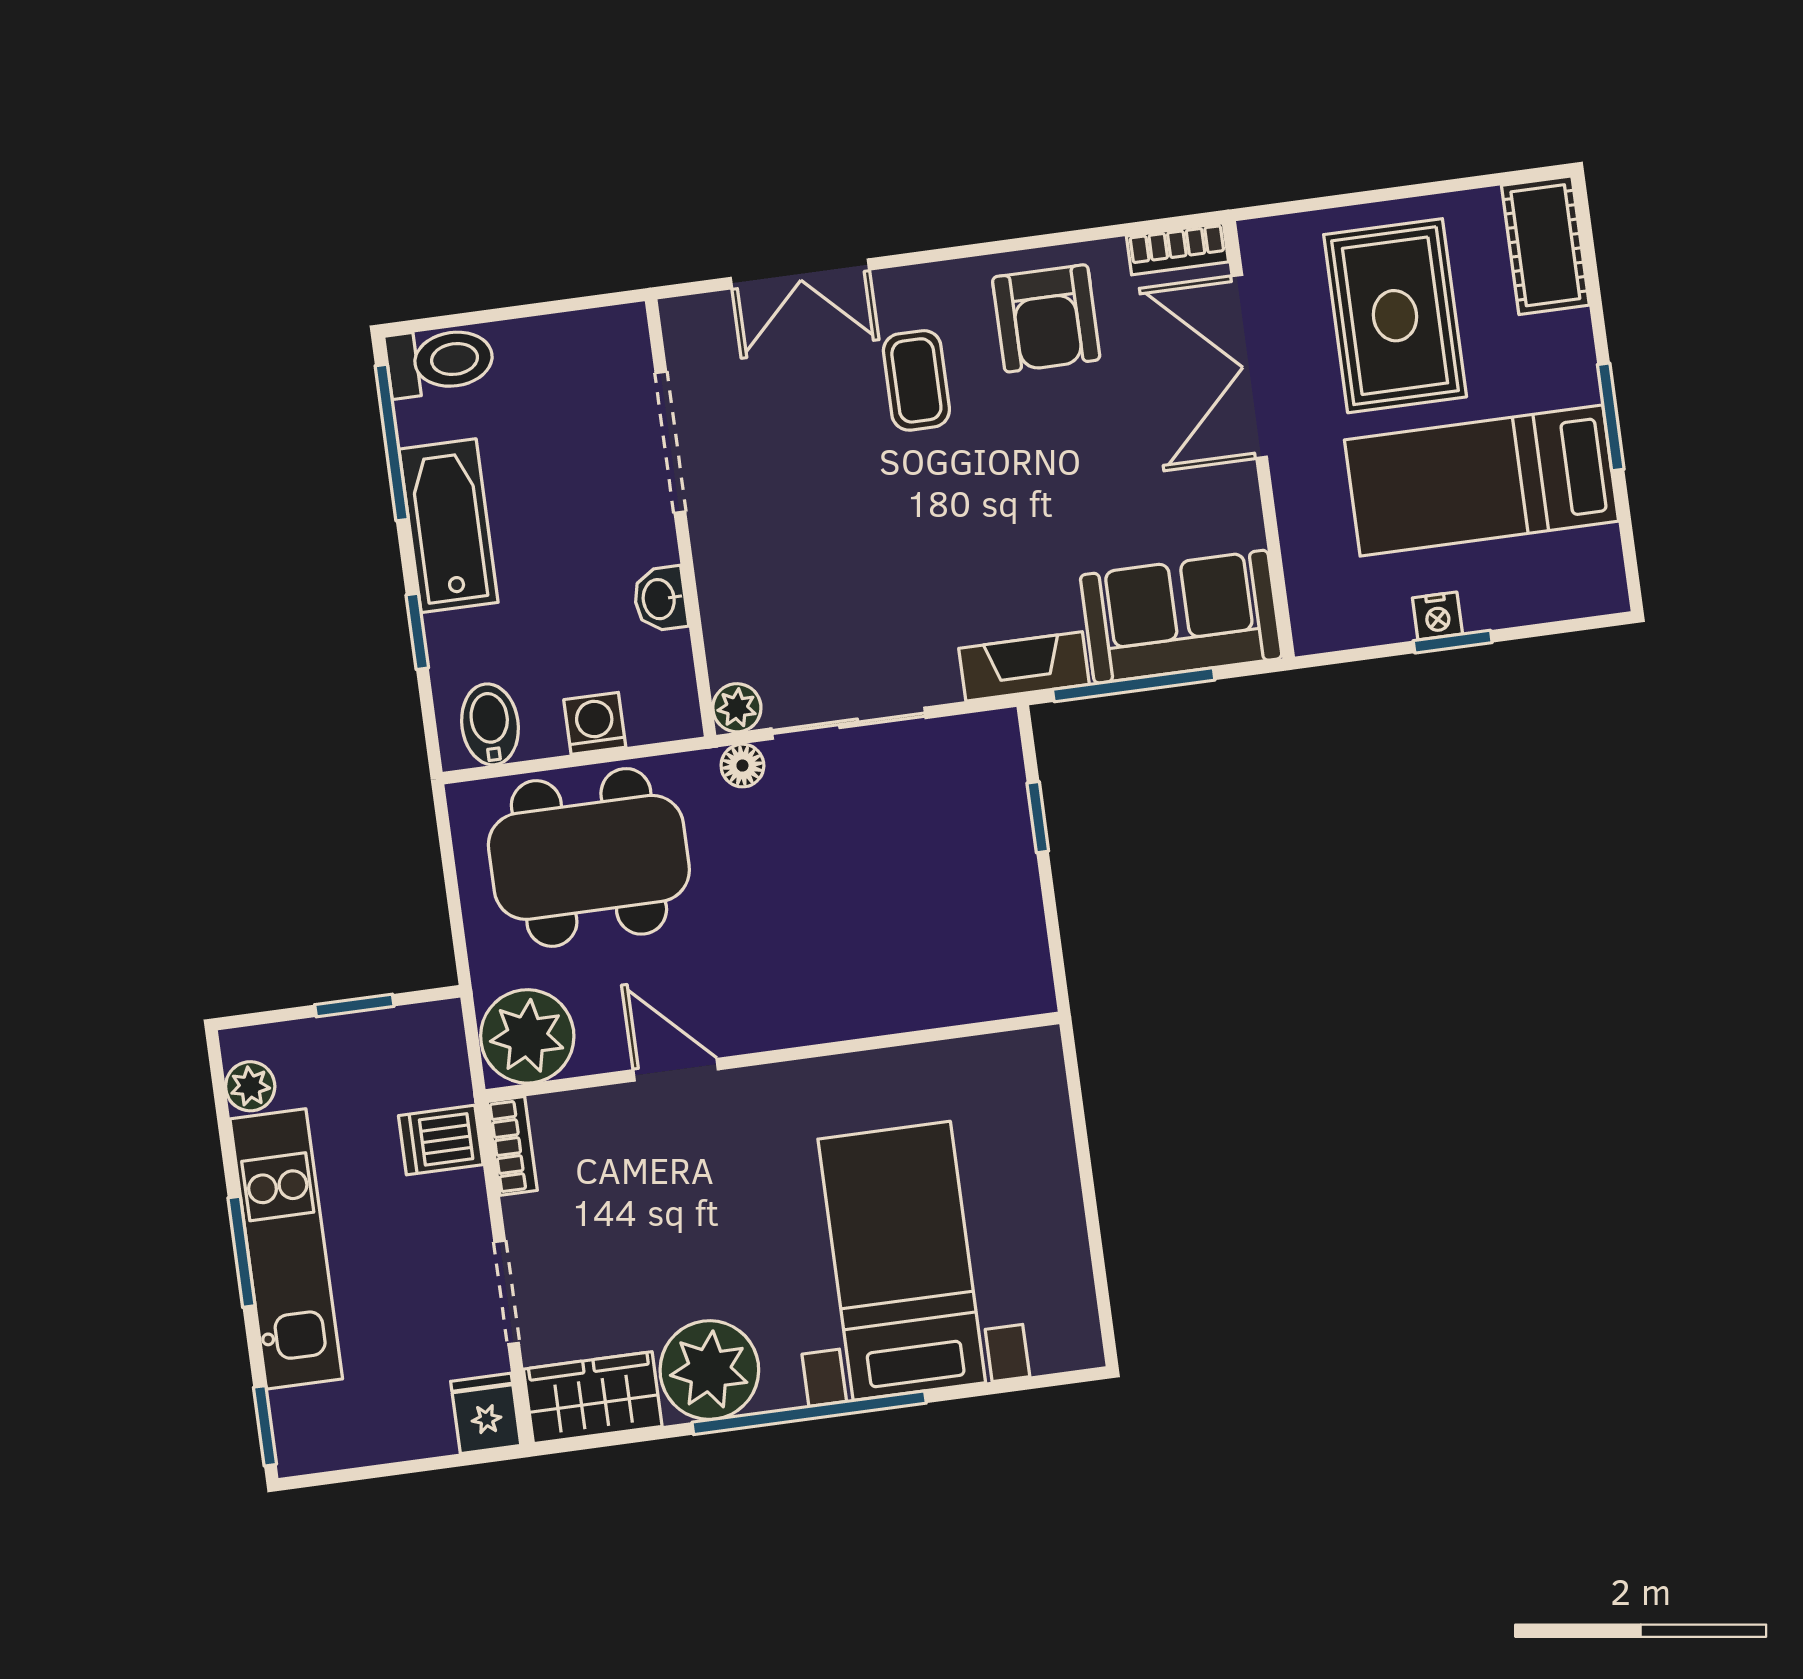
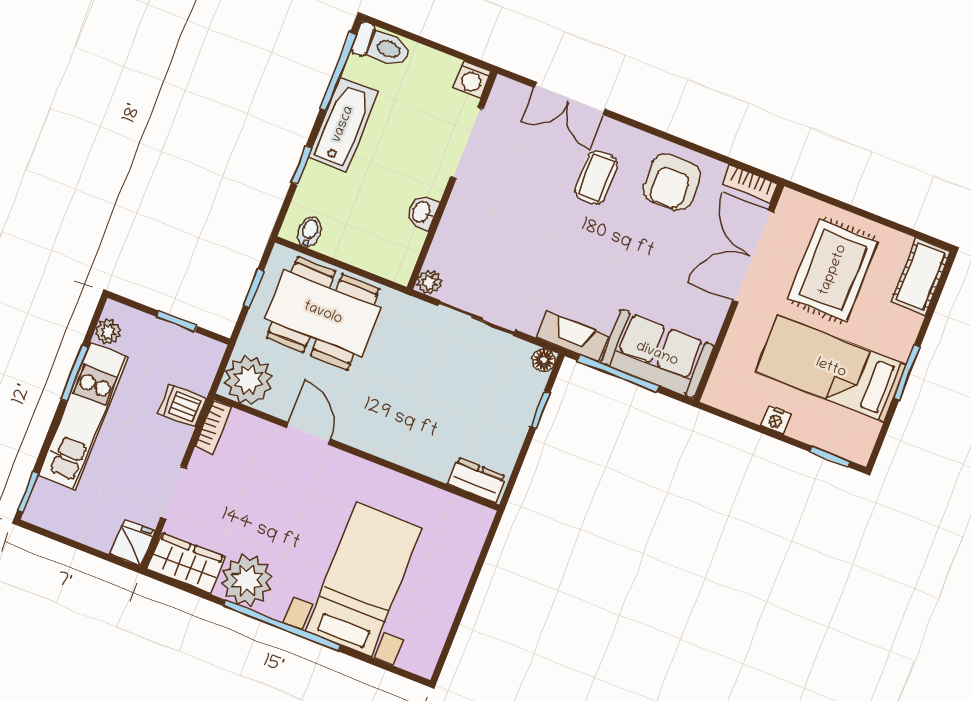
window: (1453, 642) -> (830, 456), moved
washing machine: (595, 723) -> (472, 80), moved, turned 180
bidet: (490, 724) -> (309, 232), width x0.72, depth x0.74
floor lamp: (742, 766) -> (544, 360), moved
window: (451, 879) -> (254, 288), added
dresser: (997, 992) -> (476, 480), added
window: (241, 1252) -> (74, 373), moved

